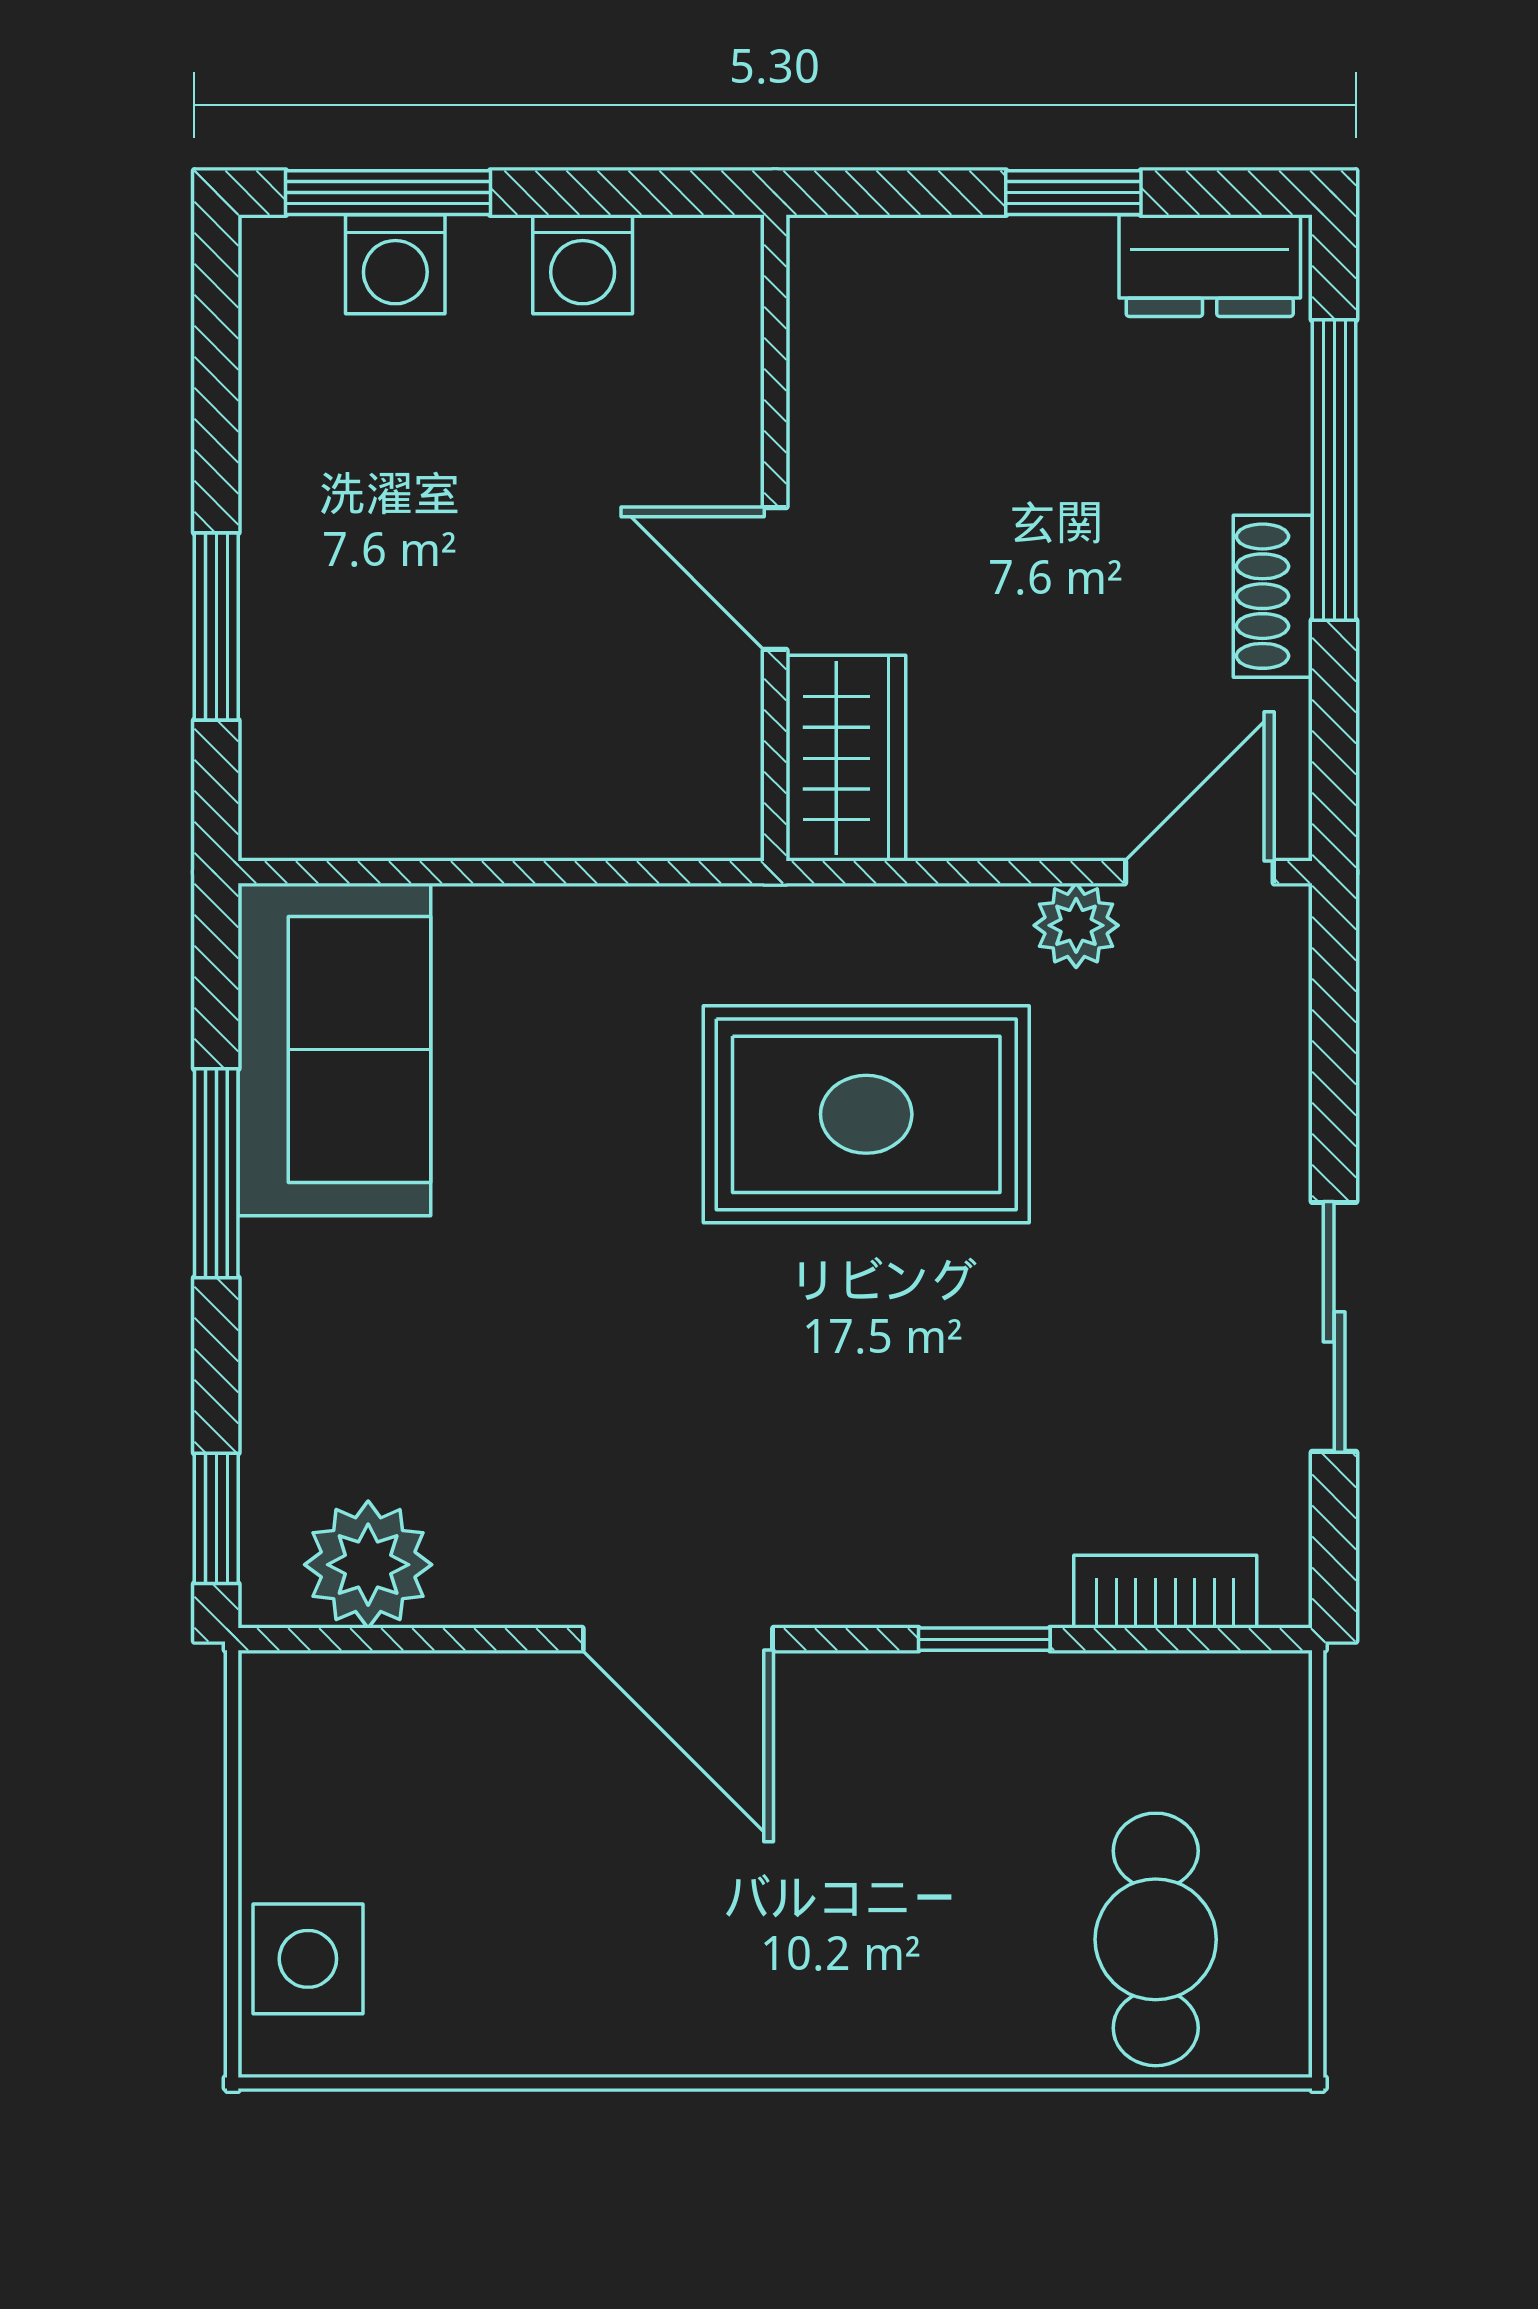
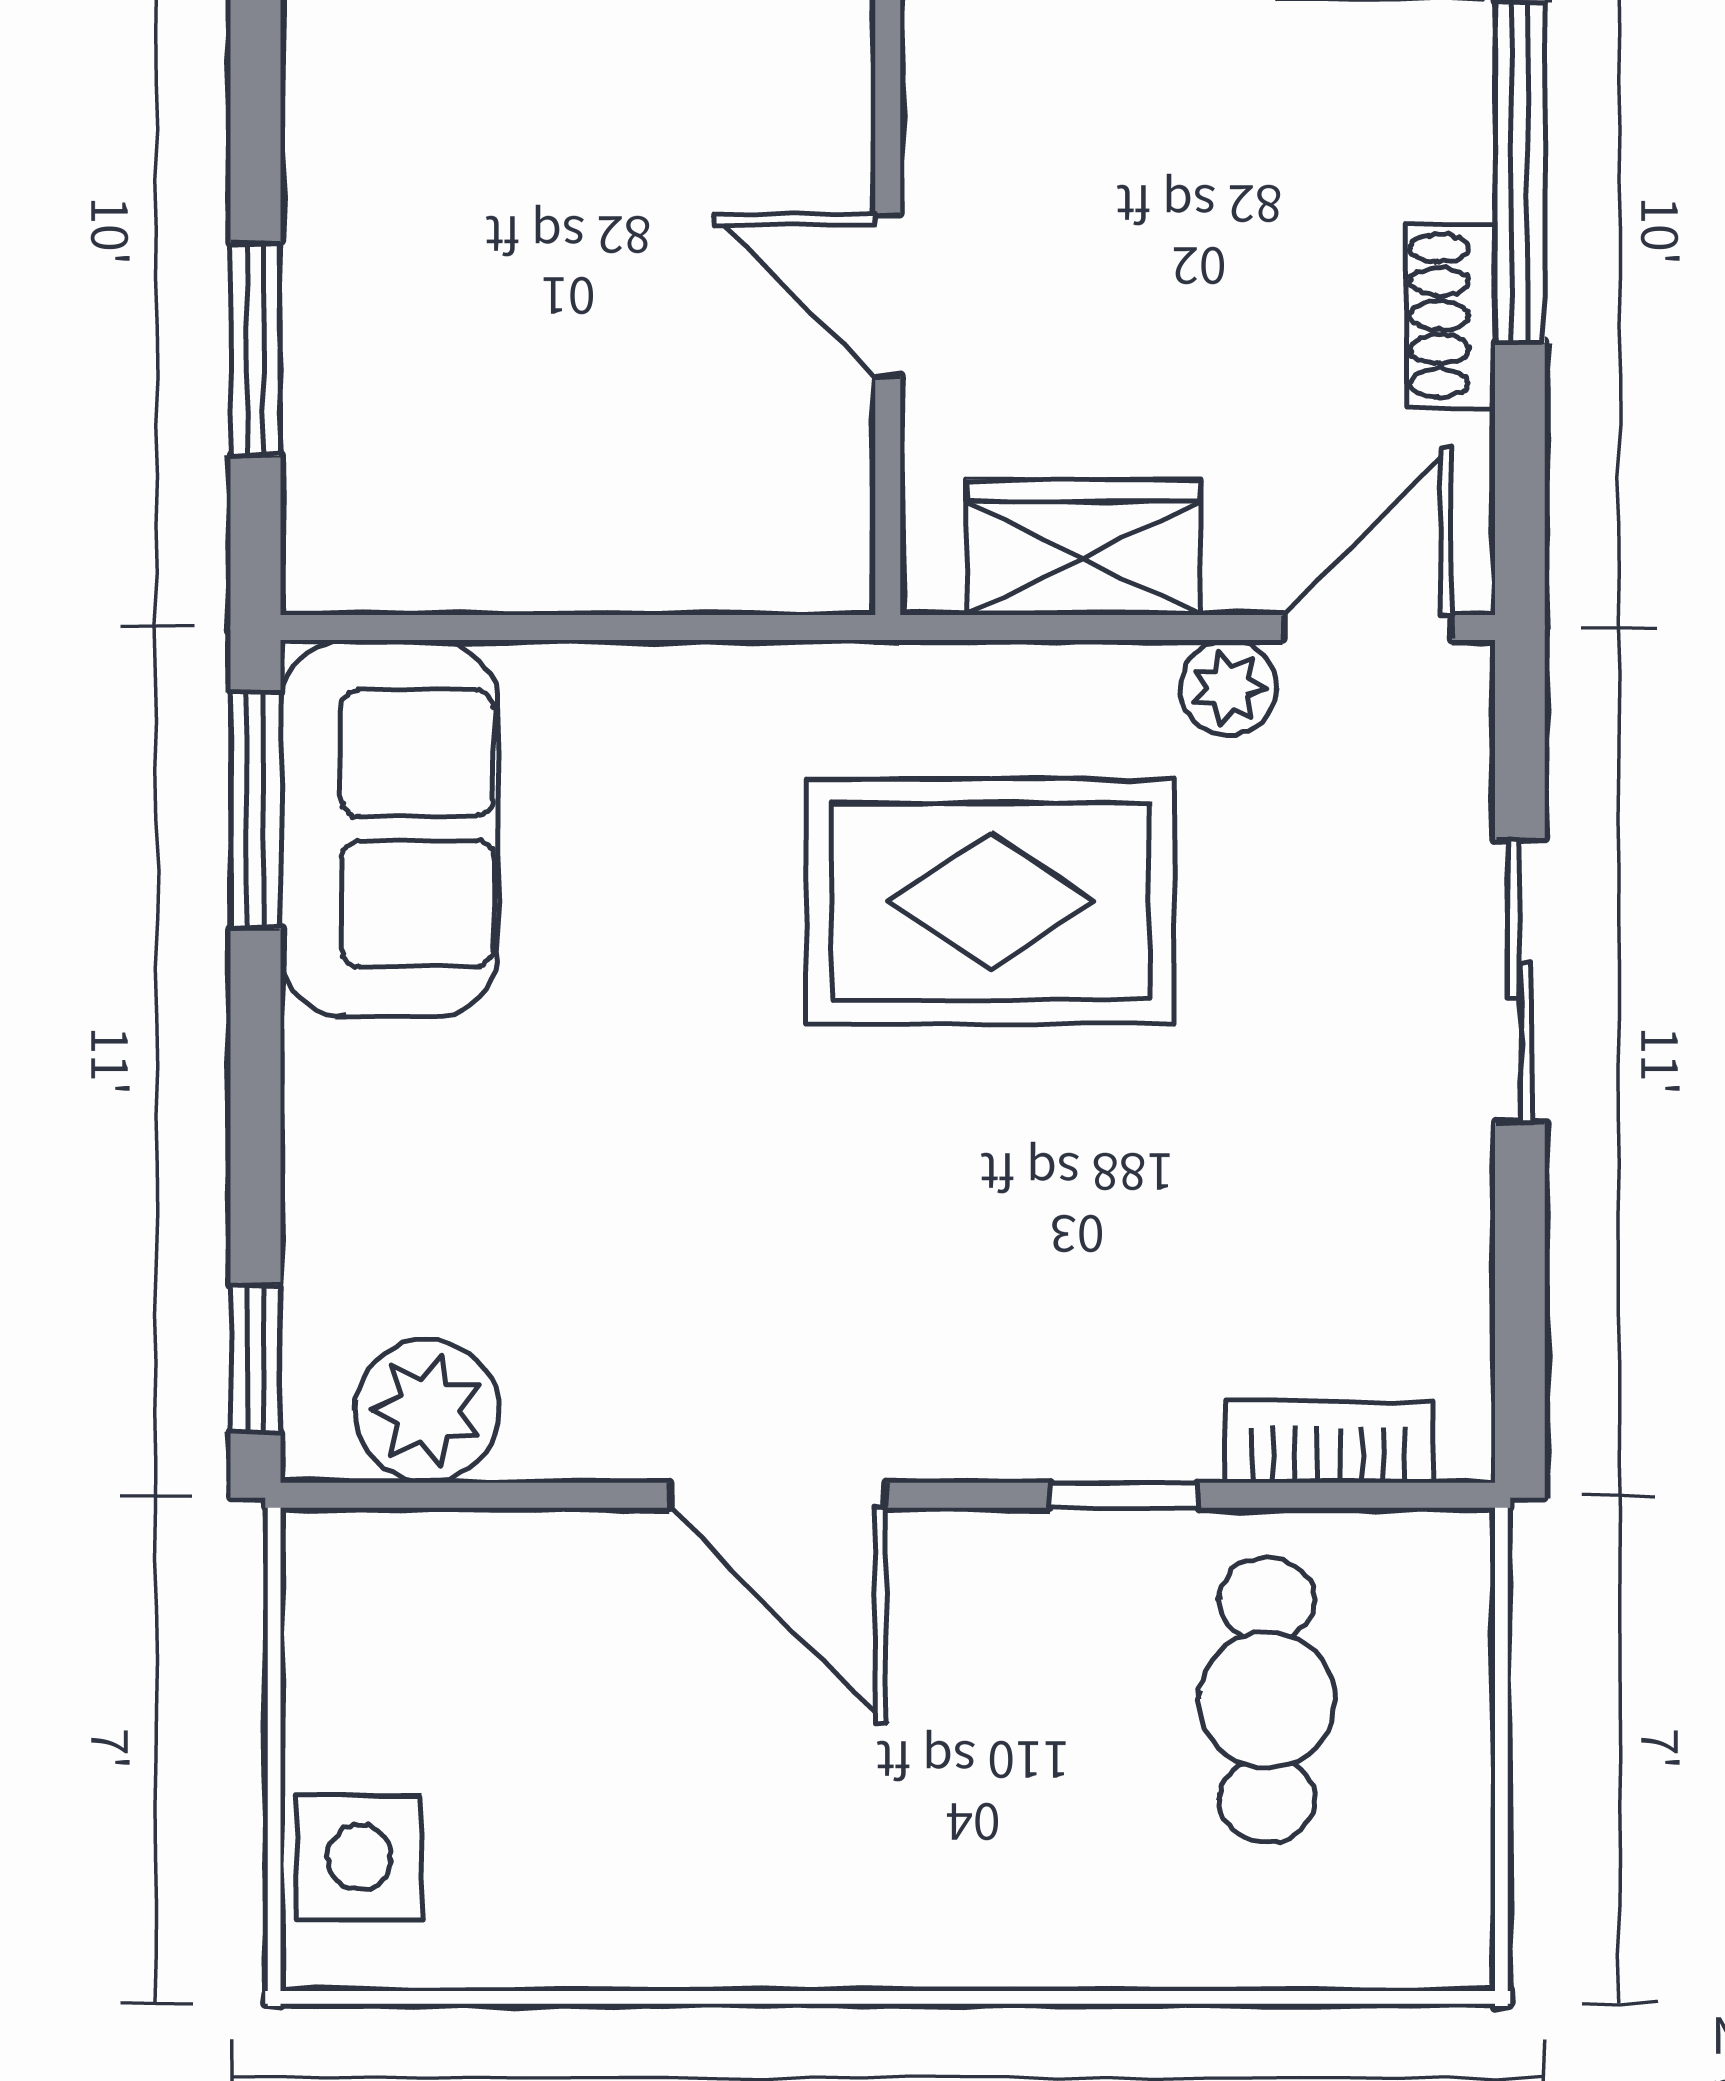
wardrobe: (846, 758) -> (1083, 547), moved, turned -90
window: (216, 1173) -> (255, 810), moved
sliding door: (1334, 1327) -> (1520, 981), moved
cafe table: (1156, 1939) -> (1267, 1700), moved

